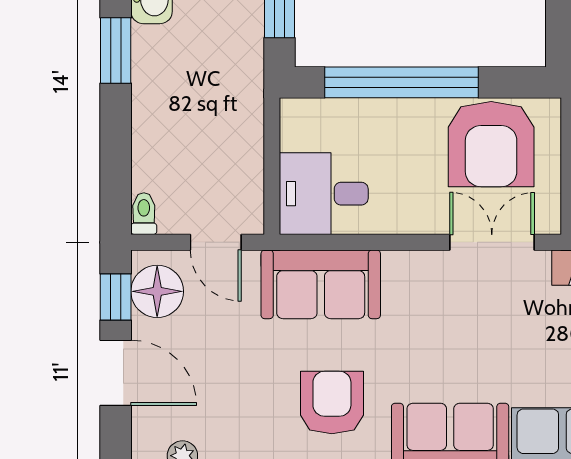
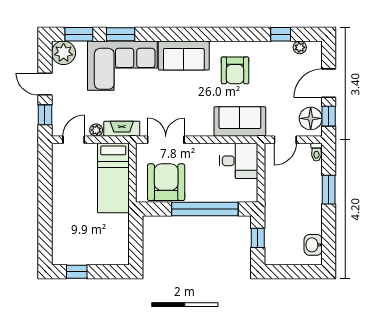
window: (116, 50) -> (329, 190), moved
door: (216, 242) -> (285, 140), swing flipped
double door: (492, 242) -> (166, 140), swing flipped
door: (116, 373) -> (329, 83), hinge flipped

